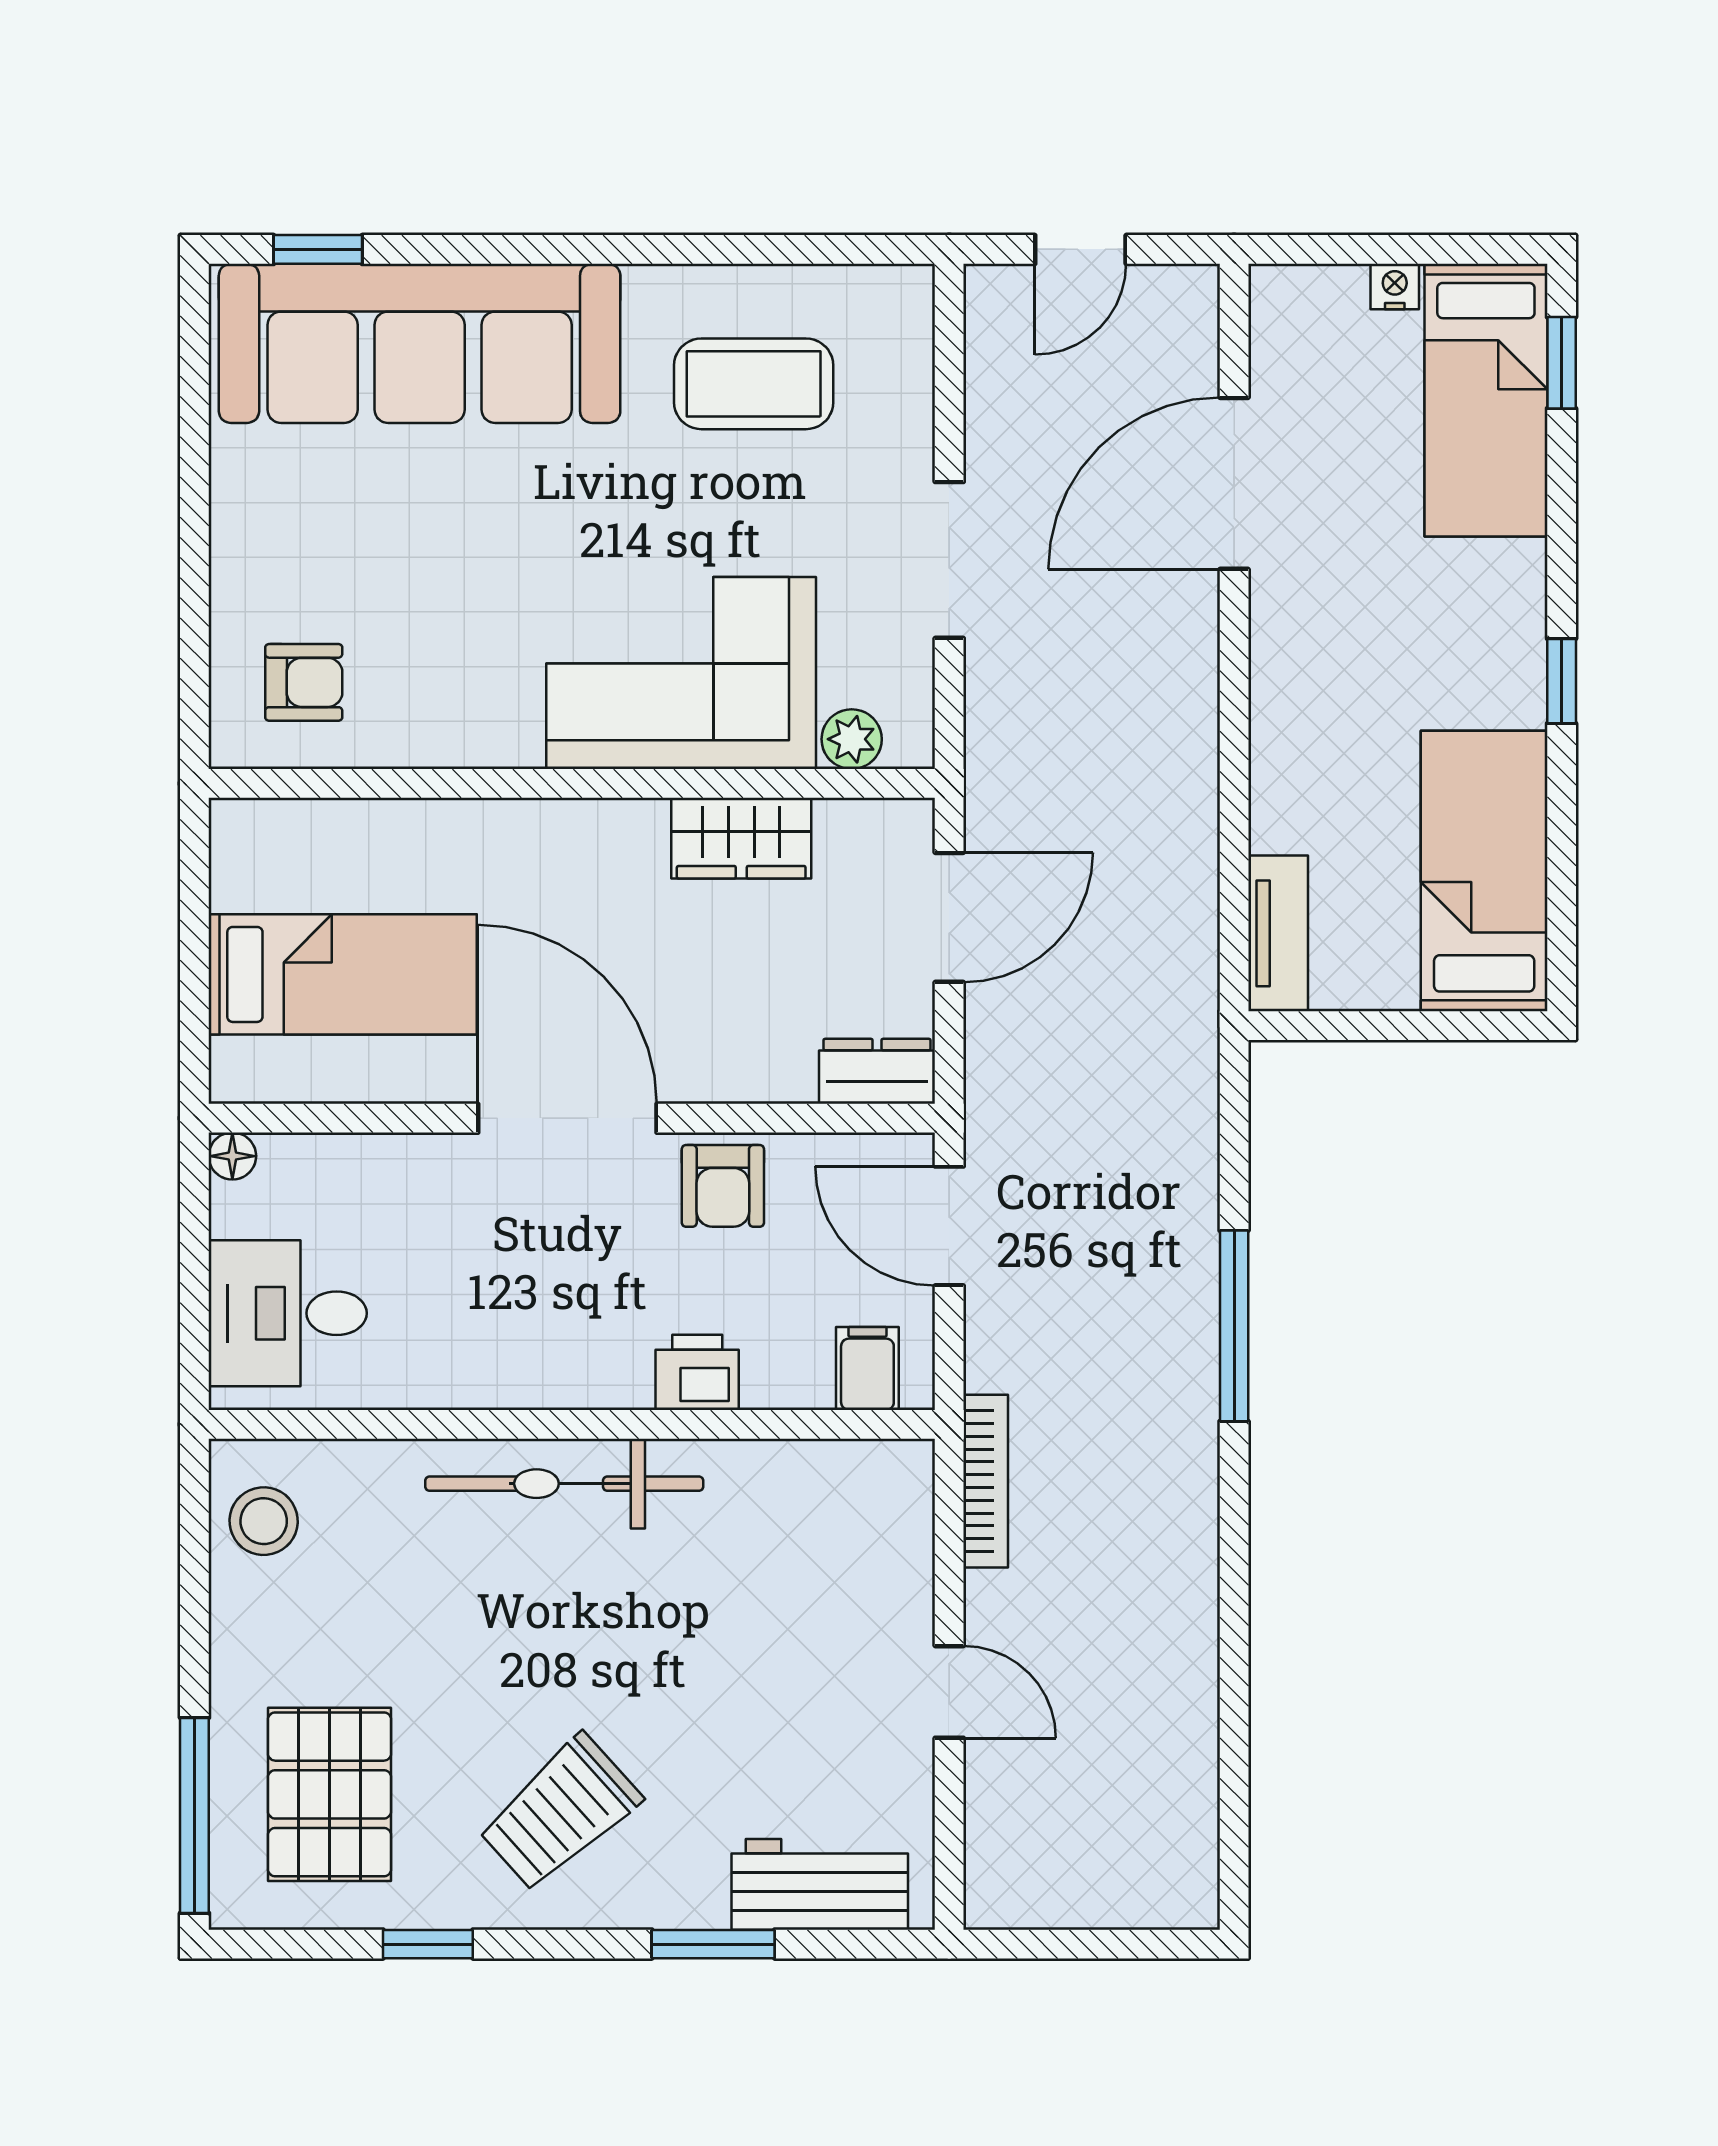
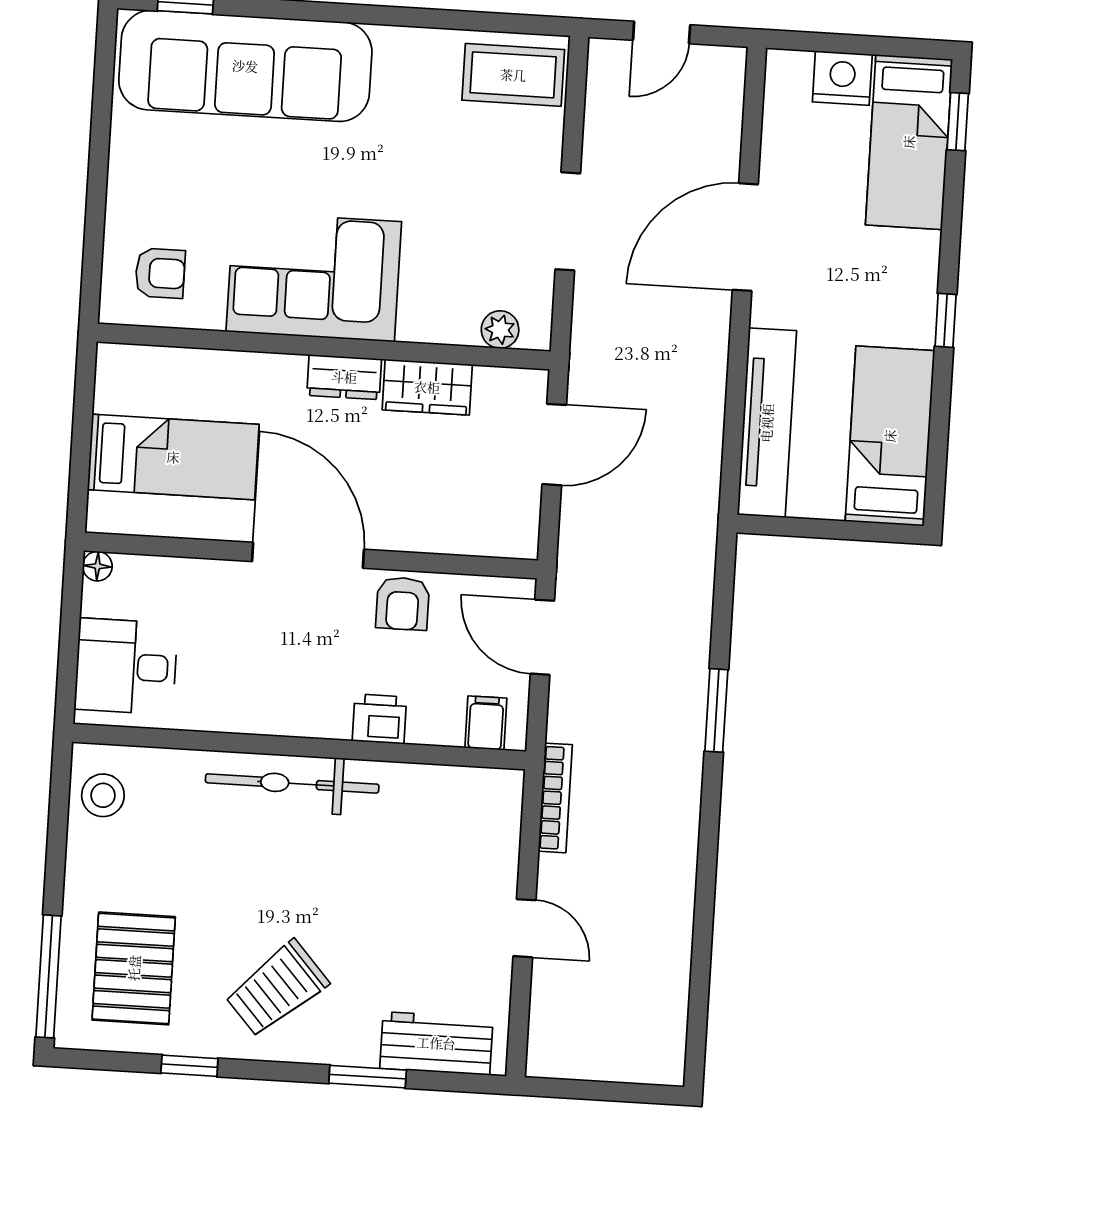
nightstand: (1395, 287) -> (842, 78), width x1.89, depth x1.79
coffee table: (754, 384) -> (513, 75), moved
door: (1234, 483) -> (745, 237), moved
corner sofa: (681, 673) -> (314, 277), moved
tv unit: (1278, 933) -> (767, 423), width x1.92, depth x1.29
dresser: (877, 1071) -> (344, 377), moved, turned 180
window: (1234, 1326) -> (716, 710), width x0.69

